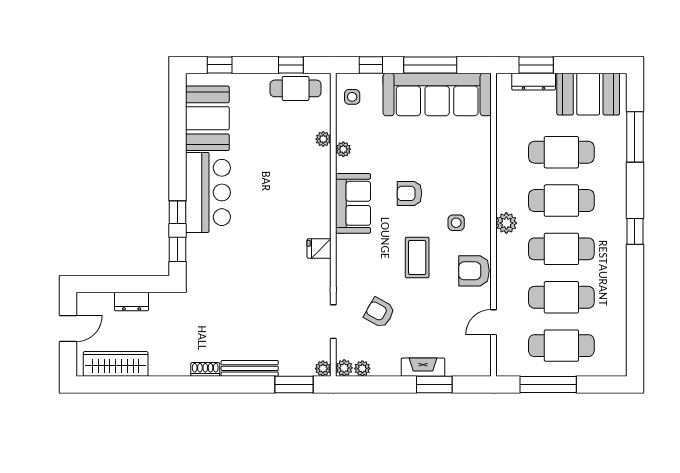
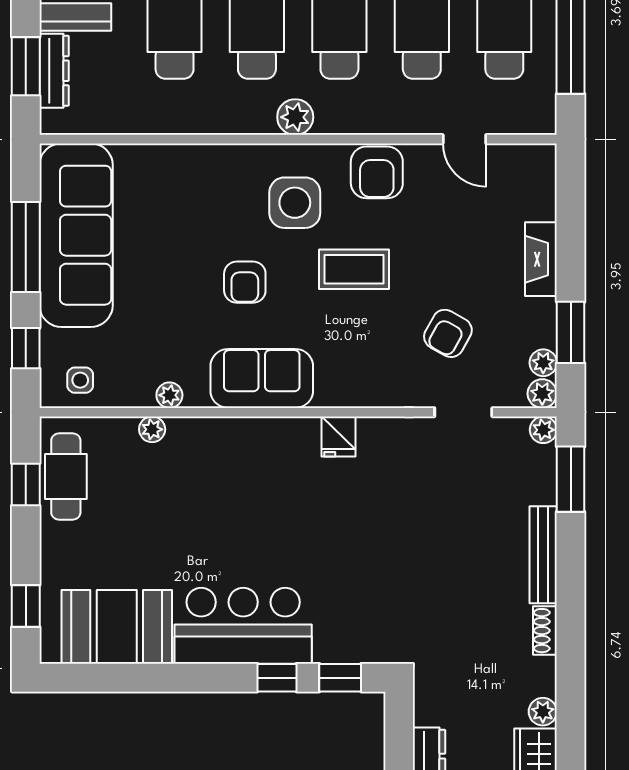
side table: (456, 223) -> (295, 203), width x1.87, depth x1.87
plant: (158, 368) -> (543, 712), added
window: (434, 385) -> (571, 332), moved

